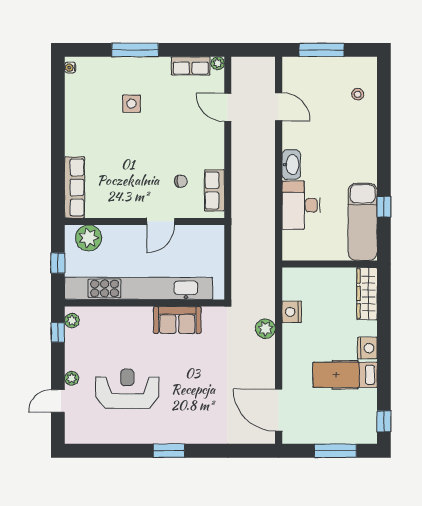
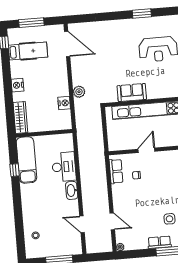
row of seats: (191, 66) -> (159, 242), moved
hospital bed: (345, 375) -> (28, 51), moved
window: (169, 451) -> (142, 14), moved

